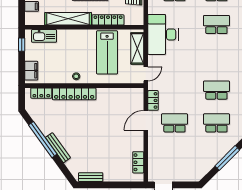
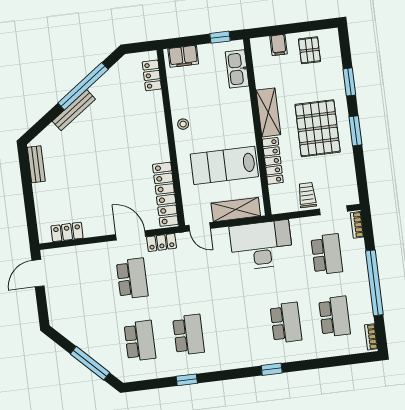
shelving: (68, 19) -> (268, 112), width x0.68
locker: (74, 94) -> (165, 194), moved

